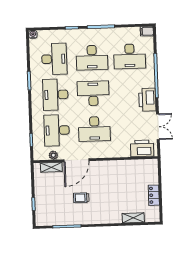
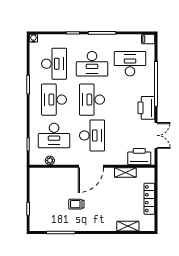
desk: (130, 56) -> (130, 64), turned 180
desk: (93, 93) -> (92, 100), turned -90
desk: (94, 129) -> (92, 135), turned -90
desk: (57, 130) -> (54, 135), turned -90
door: (76, 160) -> (91, 166), moved
shelving: (51, 167) -> (125, 172), moved
locker: (154, 195) -> (149, 199), width x1.53

